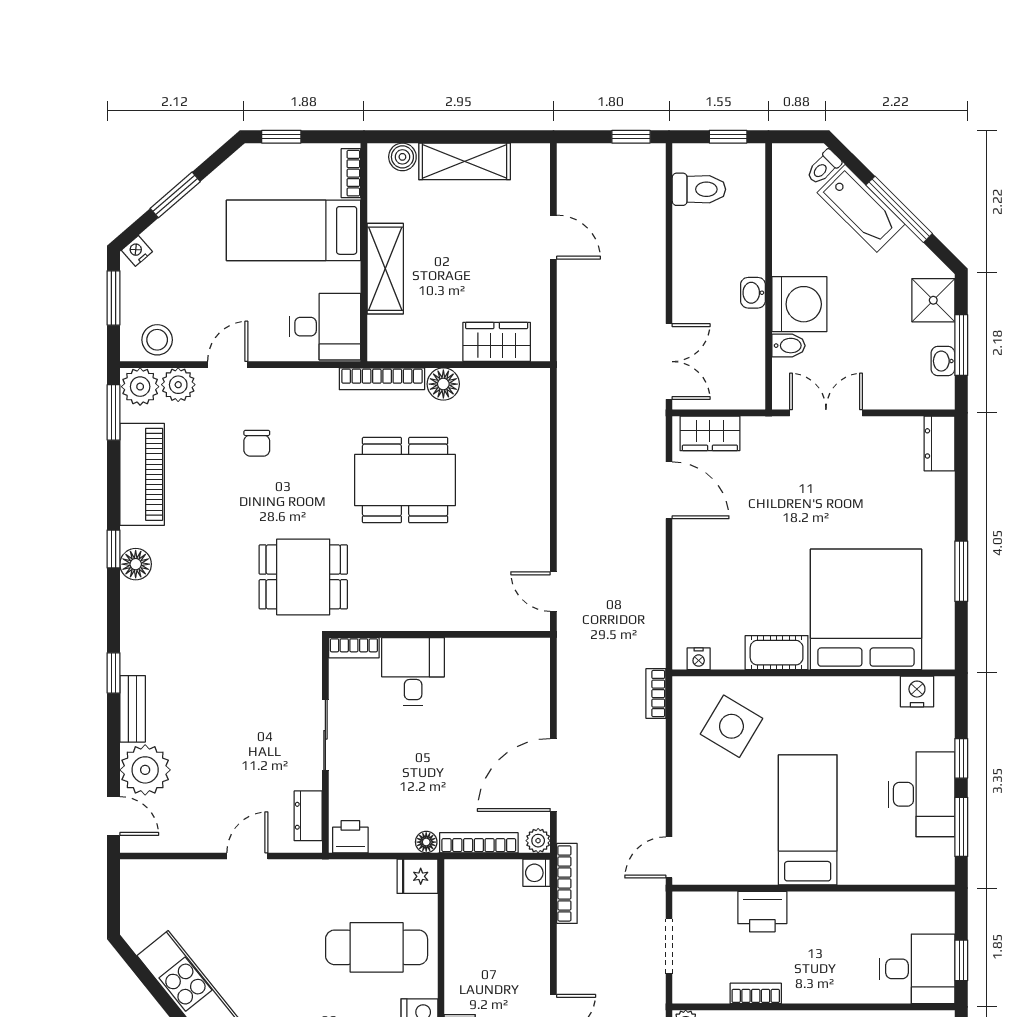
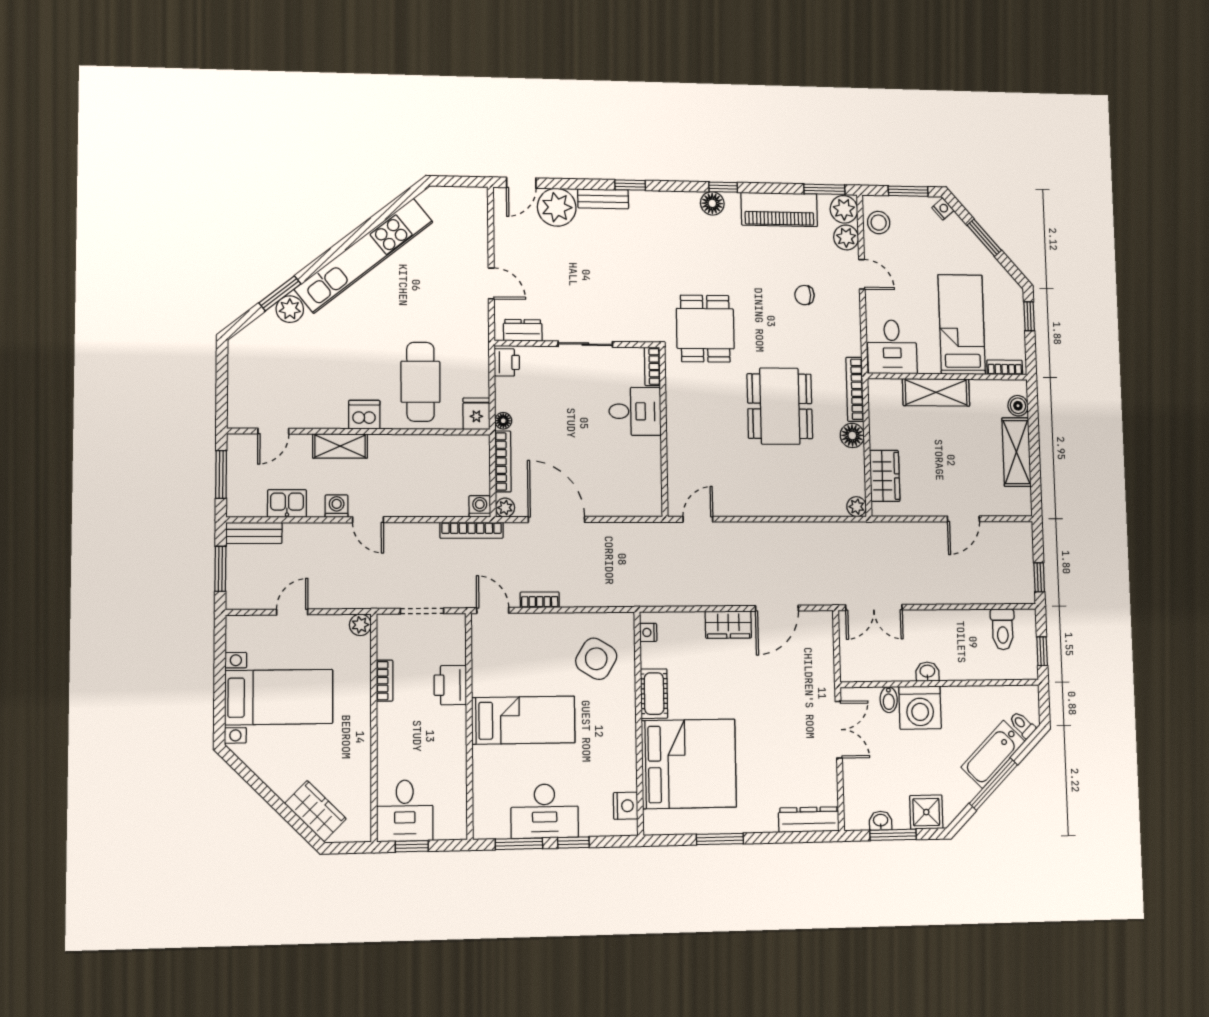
plant: (537, 381) -> (857, 507), added
wardrobe: (710, 433) -> (728, 625), moved, turned -90
dresser: (939, 443) -> (809, 820), width x1.44
bookcase: (656, 694) -> (540, 600), moved

